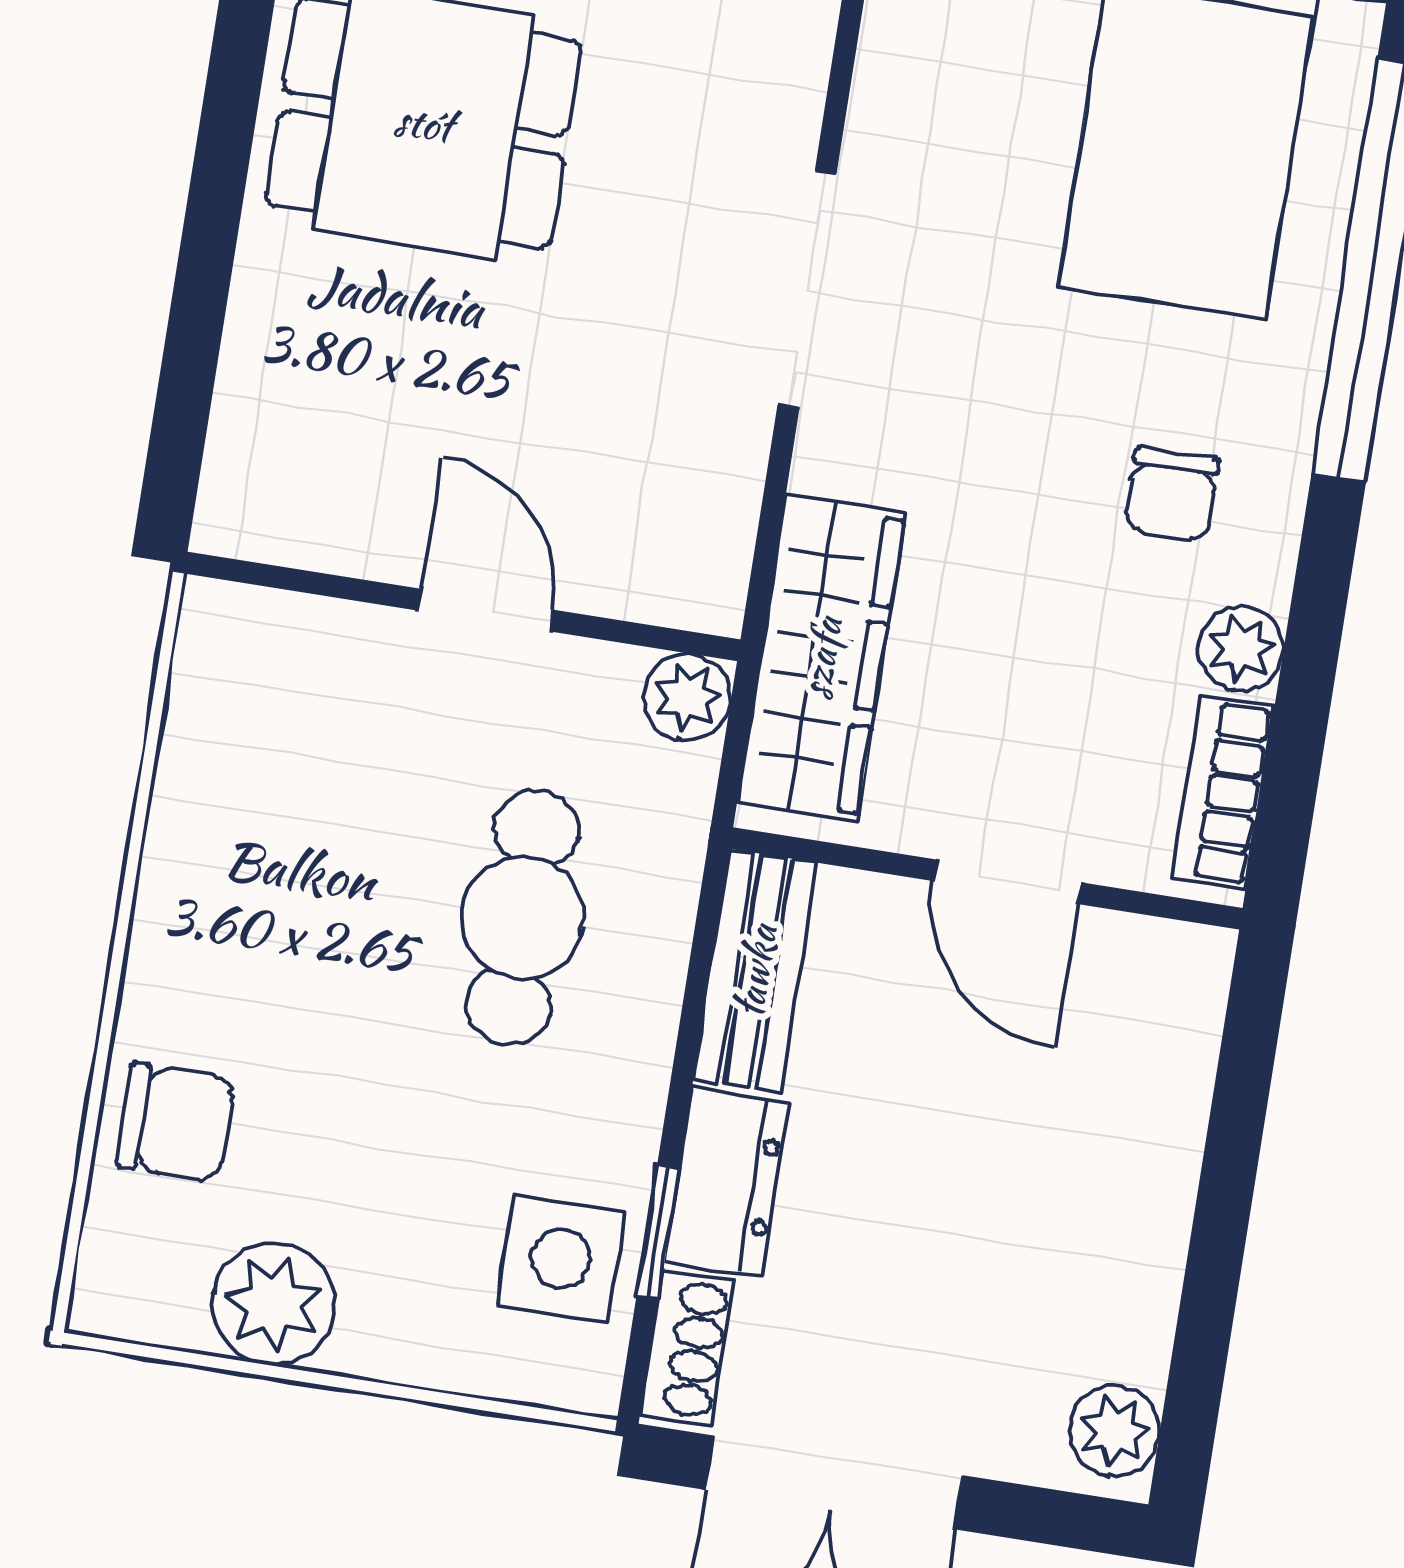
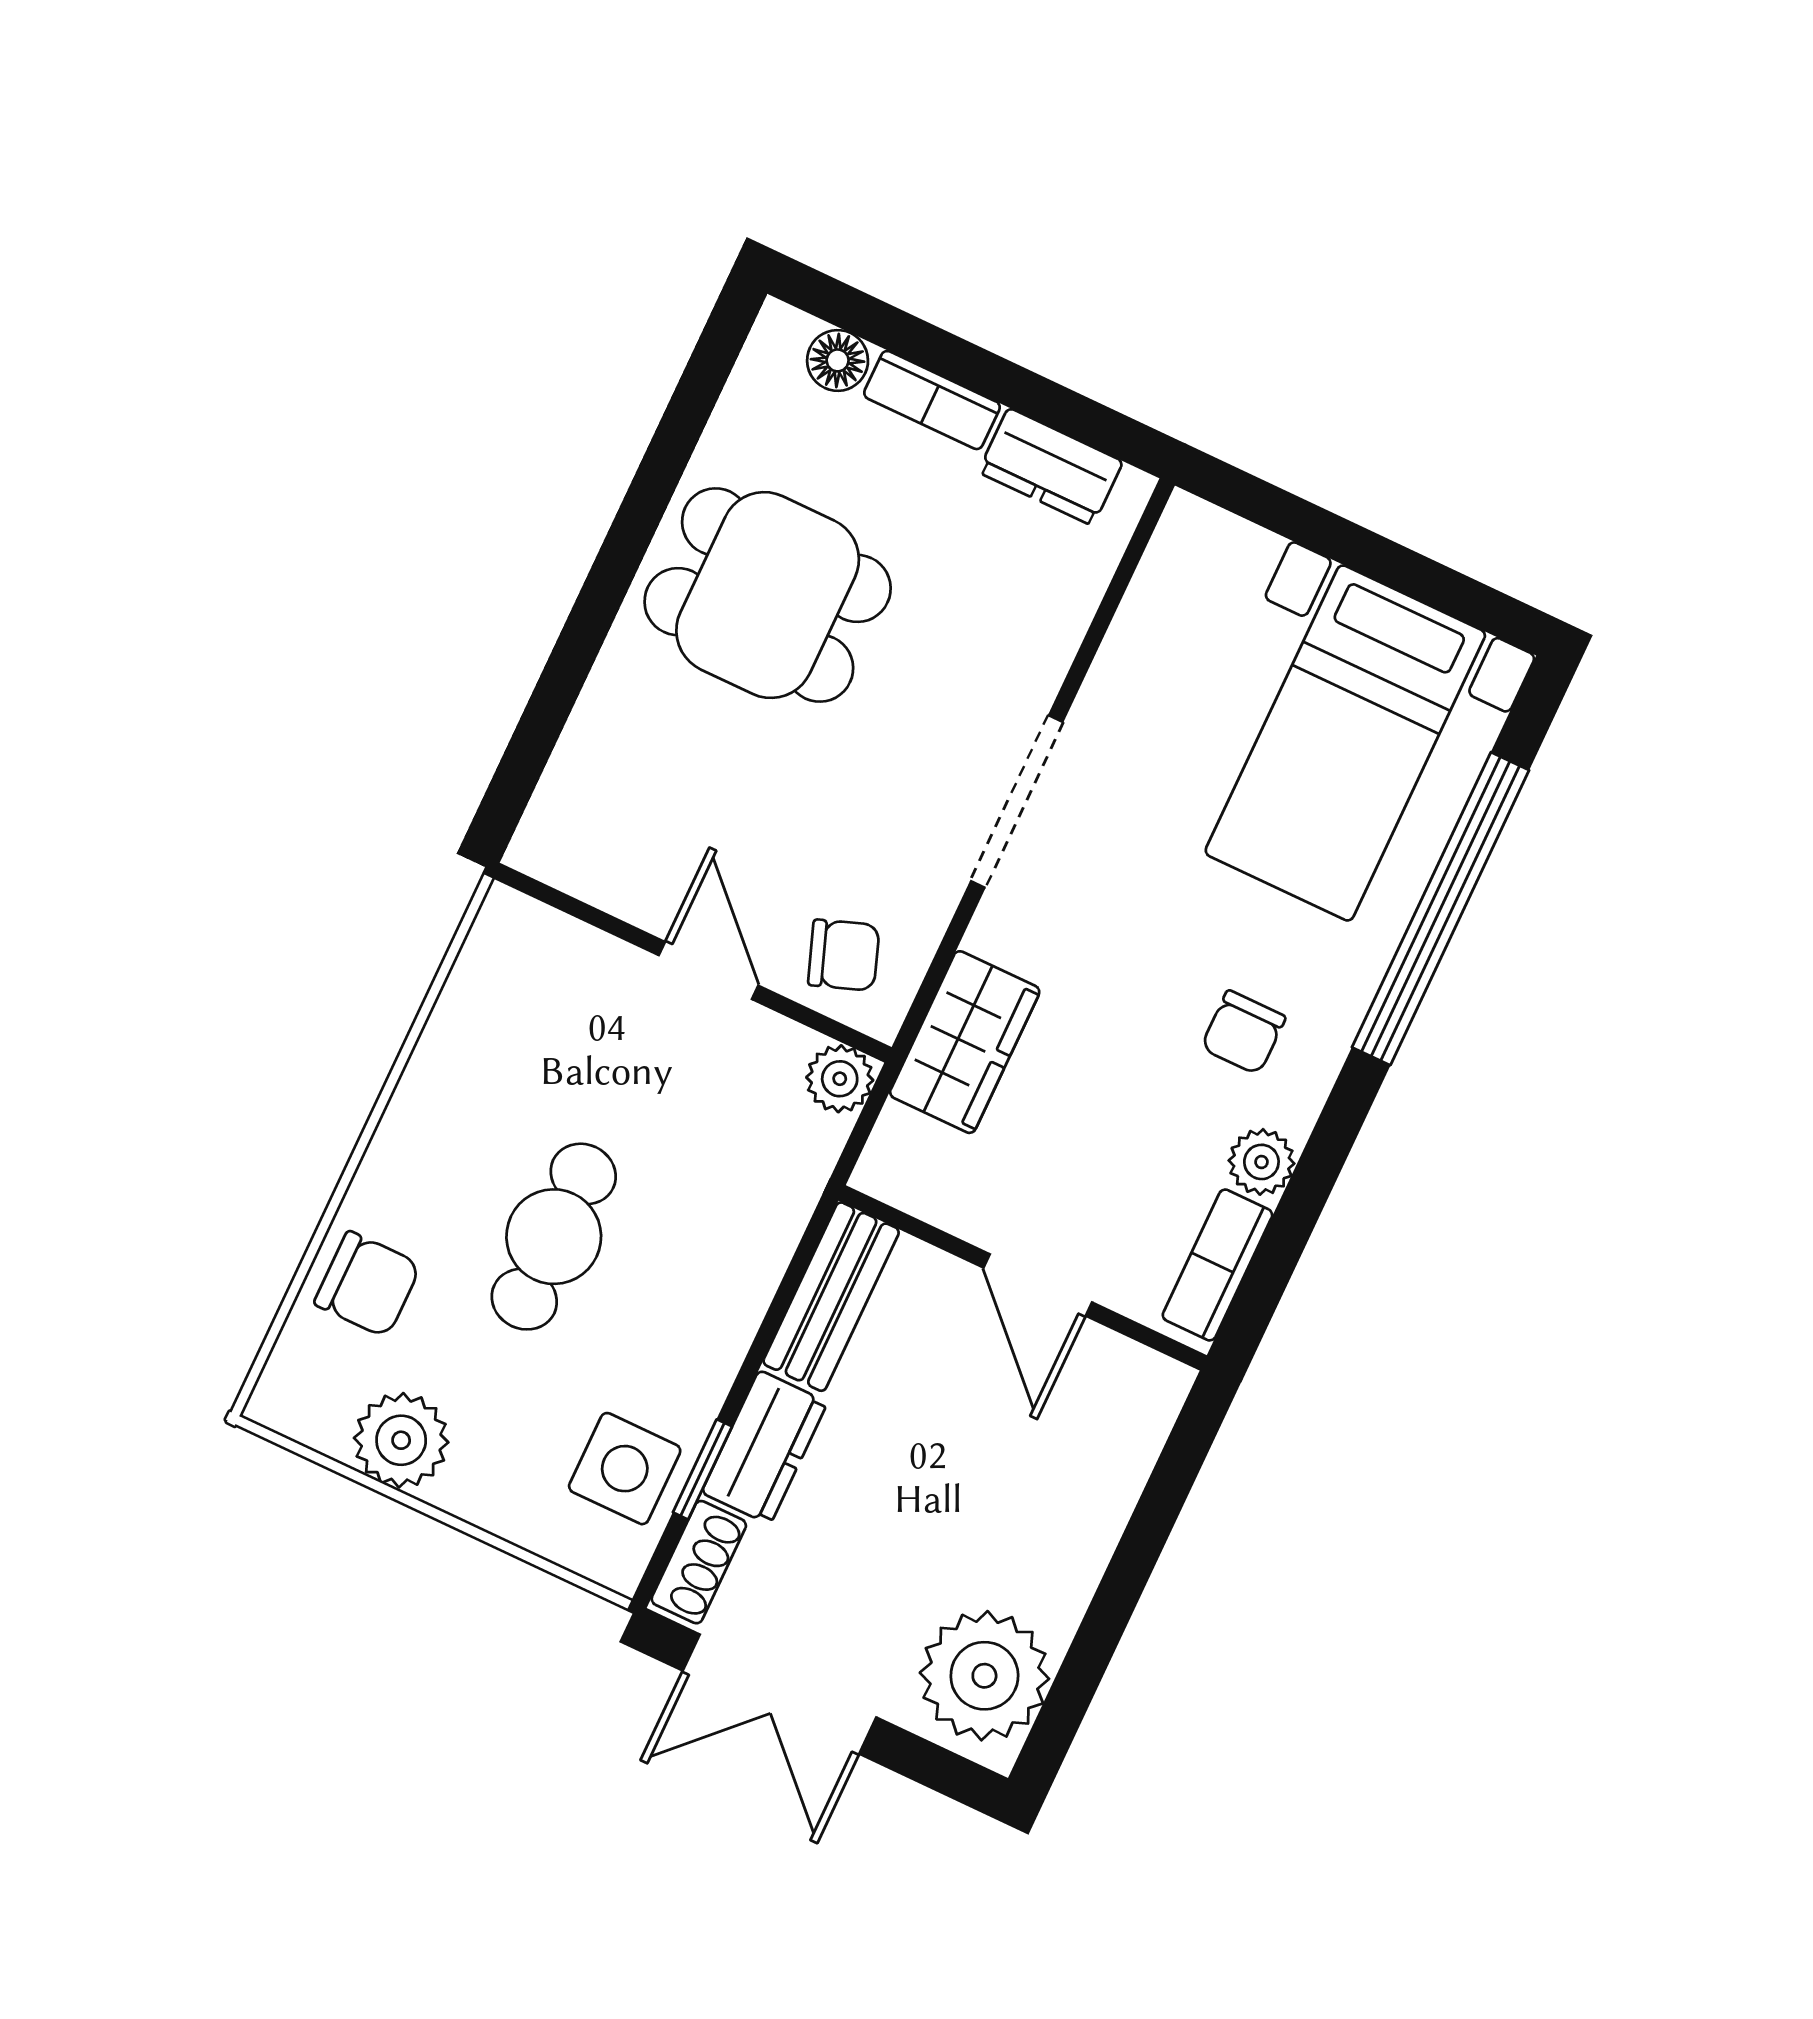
chair: (648, 542) -> (844, 955), added
wardrobe: (821, 658) -> (965, 1042), width x0.67
cafe table: (523, 918) -> (554, 1237), moved
plant: (1115, 1431) -> (984, 1676), width x1.87, depth x1.87

